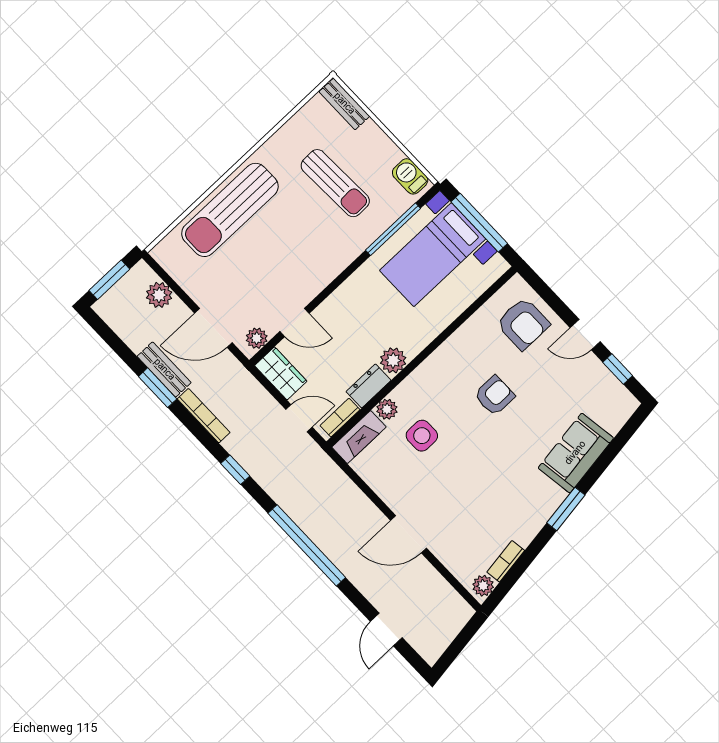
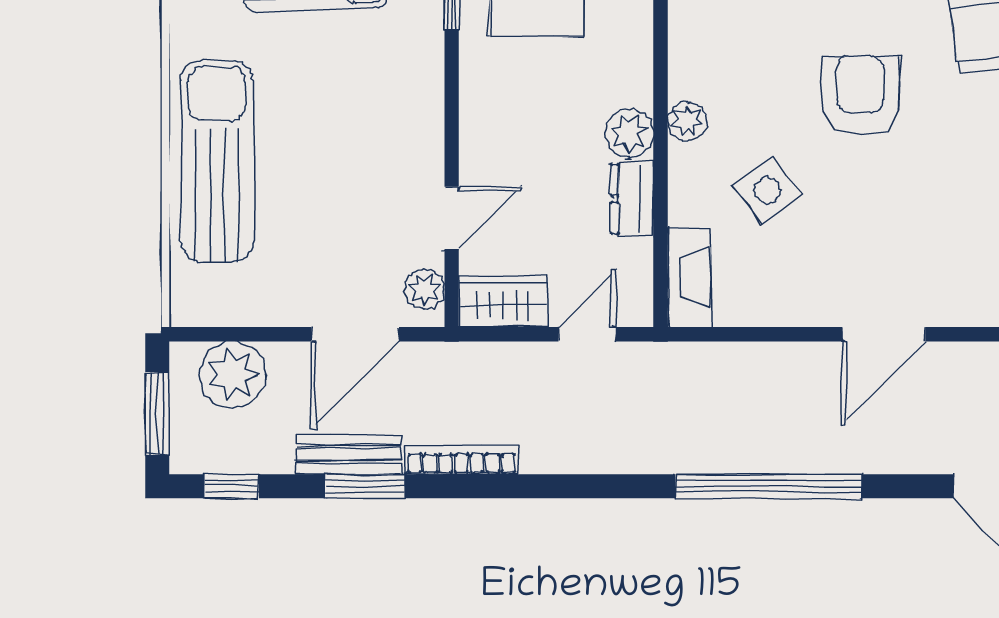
sun lounger: (230, 210) -> (217, 161), turned 180
plant: (159, 295) -> (233, 375), width x1.36, depth x1.36
armchair: (494, 396) -> (860, 95), moved, width x1.38, depth x1.38
plant: (387, 409) -> (687, 121), moved
bookcase: (340, 418) -> (638, 278), removed
side table: (422, 436) -> (768, 190), turned -37
window: (235, 470) -> (232, 486), moved

